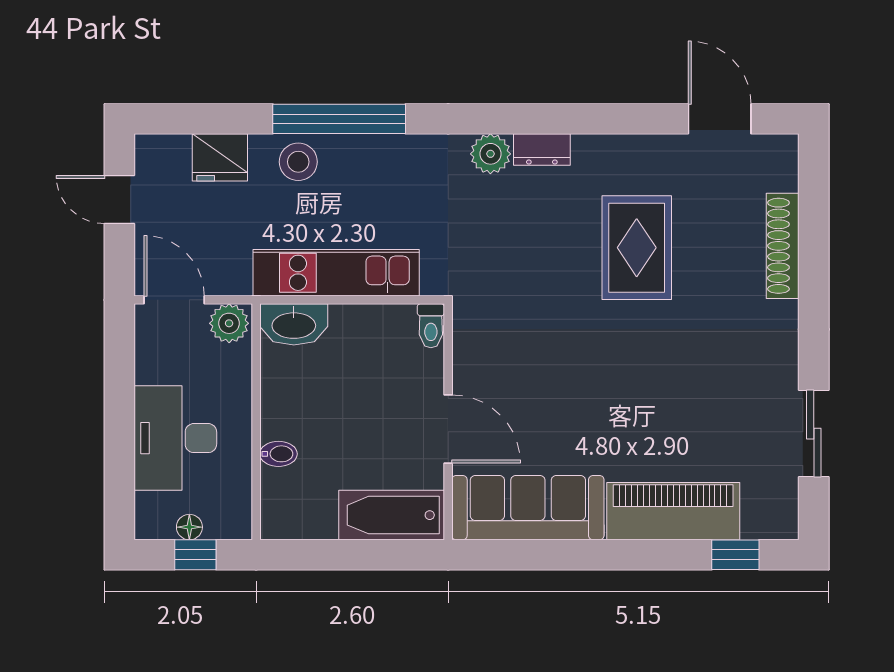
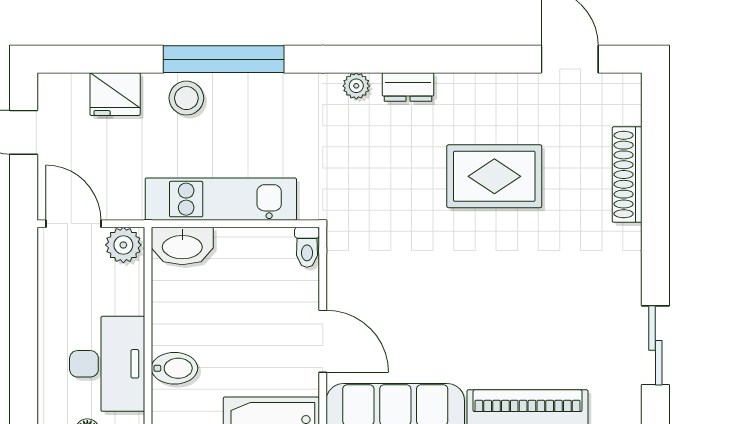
plant: (490, 154) -> (356, 86), width x0.73, depth x0.73
rug: (637, 248) -> (494, 176), turned 90
desk: (175, 438) -> (107, 364), moved, turned 180
bidet: (278, 454) -> (174, 368), width x1.38, depth x1.36

